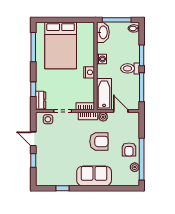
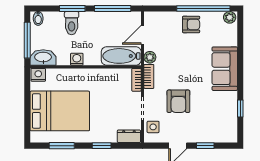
window: (33, 47) -> (62, 146), width x0.69
toilet: (130, 68) -> (72, 23), moved
nightstand: (89, 72) -> (38, 75), moved
window: (33, 89) -> (102, 146), moved
armchair: (99, 141) -> (178, 101), moved, turned 180
plant: (135, 167) -> (230, 17), moved

